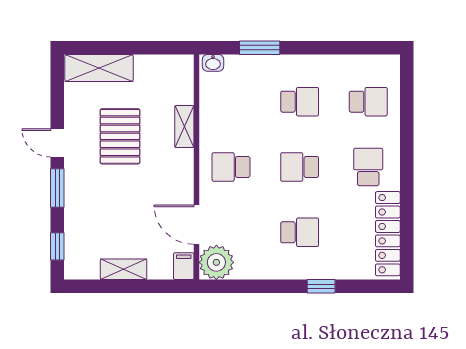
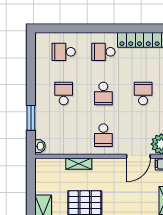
school desk: (368, 102) -> (64, 52), turned -90

